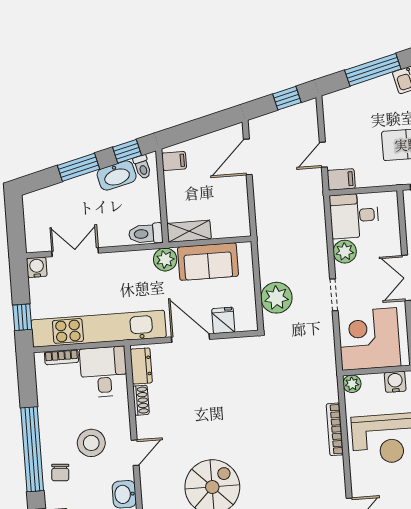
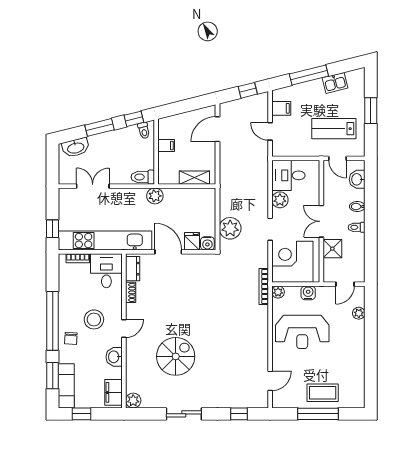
door: (323, 155) -> (270, 131), hinge flipped
filing cabinet: (174, 161) -> (166, 146), moved
washbasin: (117, 175) -> (76, 148), moved
filing cabinet: (341, 179) -> (281, 108), moved
shelving: (189, 231) -> (194, 178), moved
sofa: (208, 262) -> (184, 200), removed
water cooler: (37, 267) -> (207, 243), moved, turned 180
bookcase: (335, 429) -> (264, 287), moved

